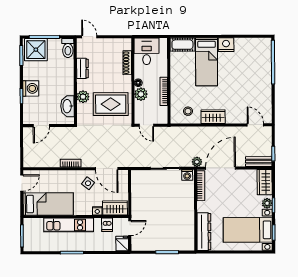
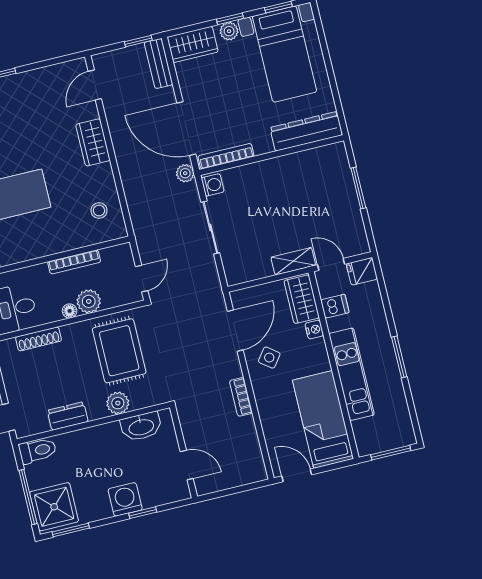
wardrobe: (213, 117) -> (93, 142), moved
shelving: (136, 208) -> (293, 261), added

